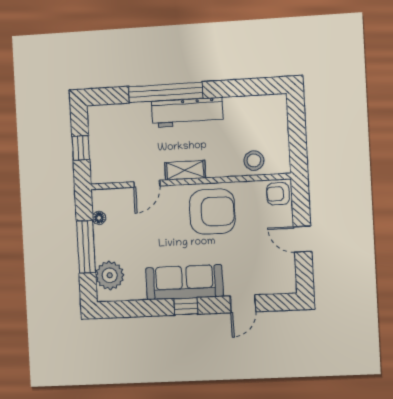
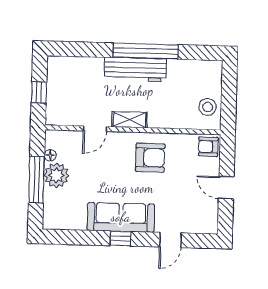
window: (166, 92) -> (146, 51), moved
stool: (254, 161) -> (208, 107), moved
armchair: (212, 212) -> (150, 158), width x0.73, depth x0.73
plant: (110, 275) -> (56, 175), moved

